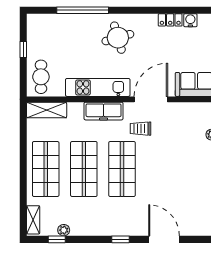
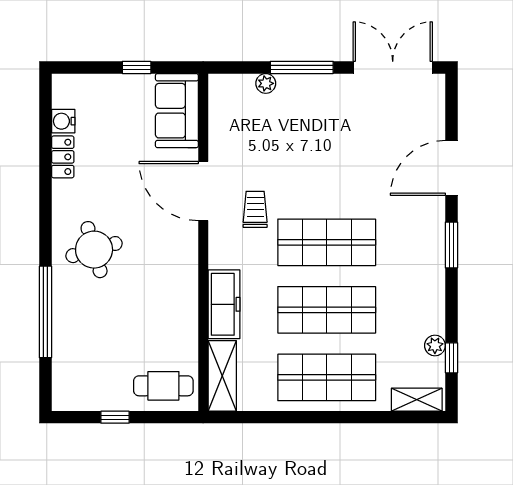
kitchen unit: (98, 87) -> (182, 285), removed
freezer: (104, 111) -> (224, 304), moved
trolley: (141, 129) -> (255, 209), turned 180
window: (120, 239) -> (451, 245), width x1.50

